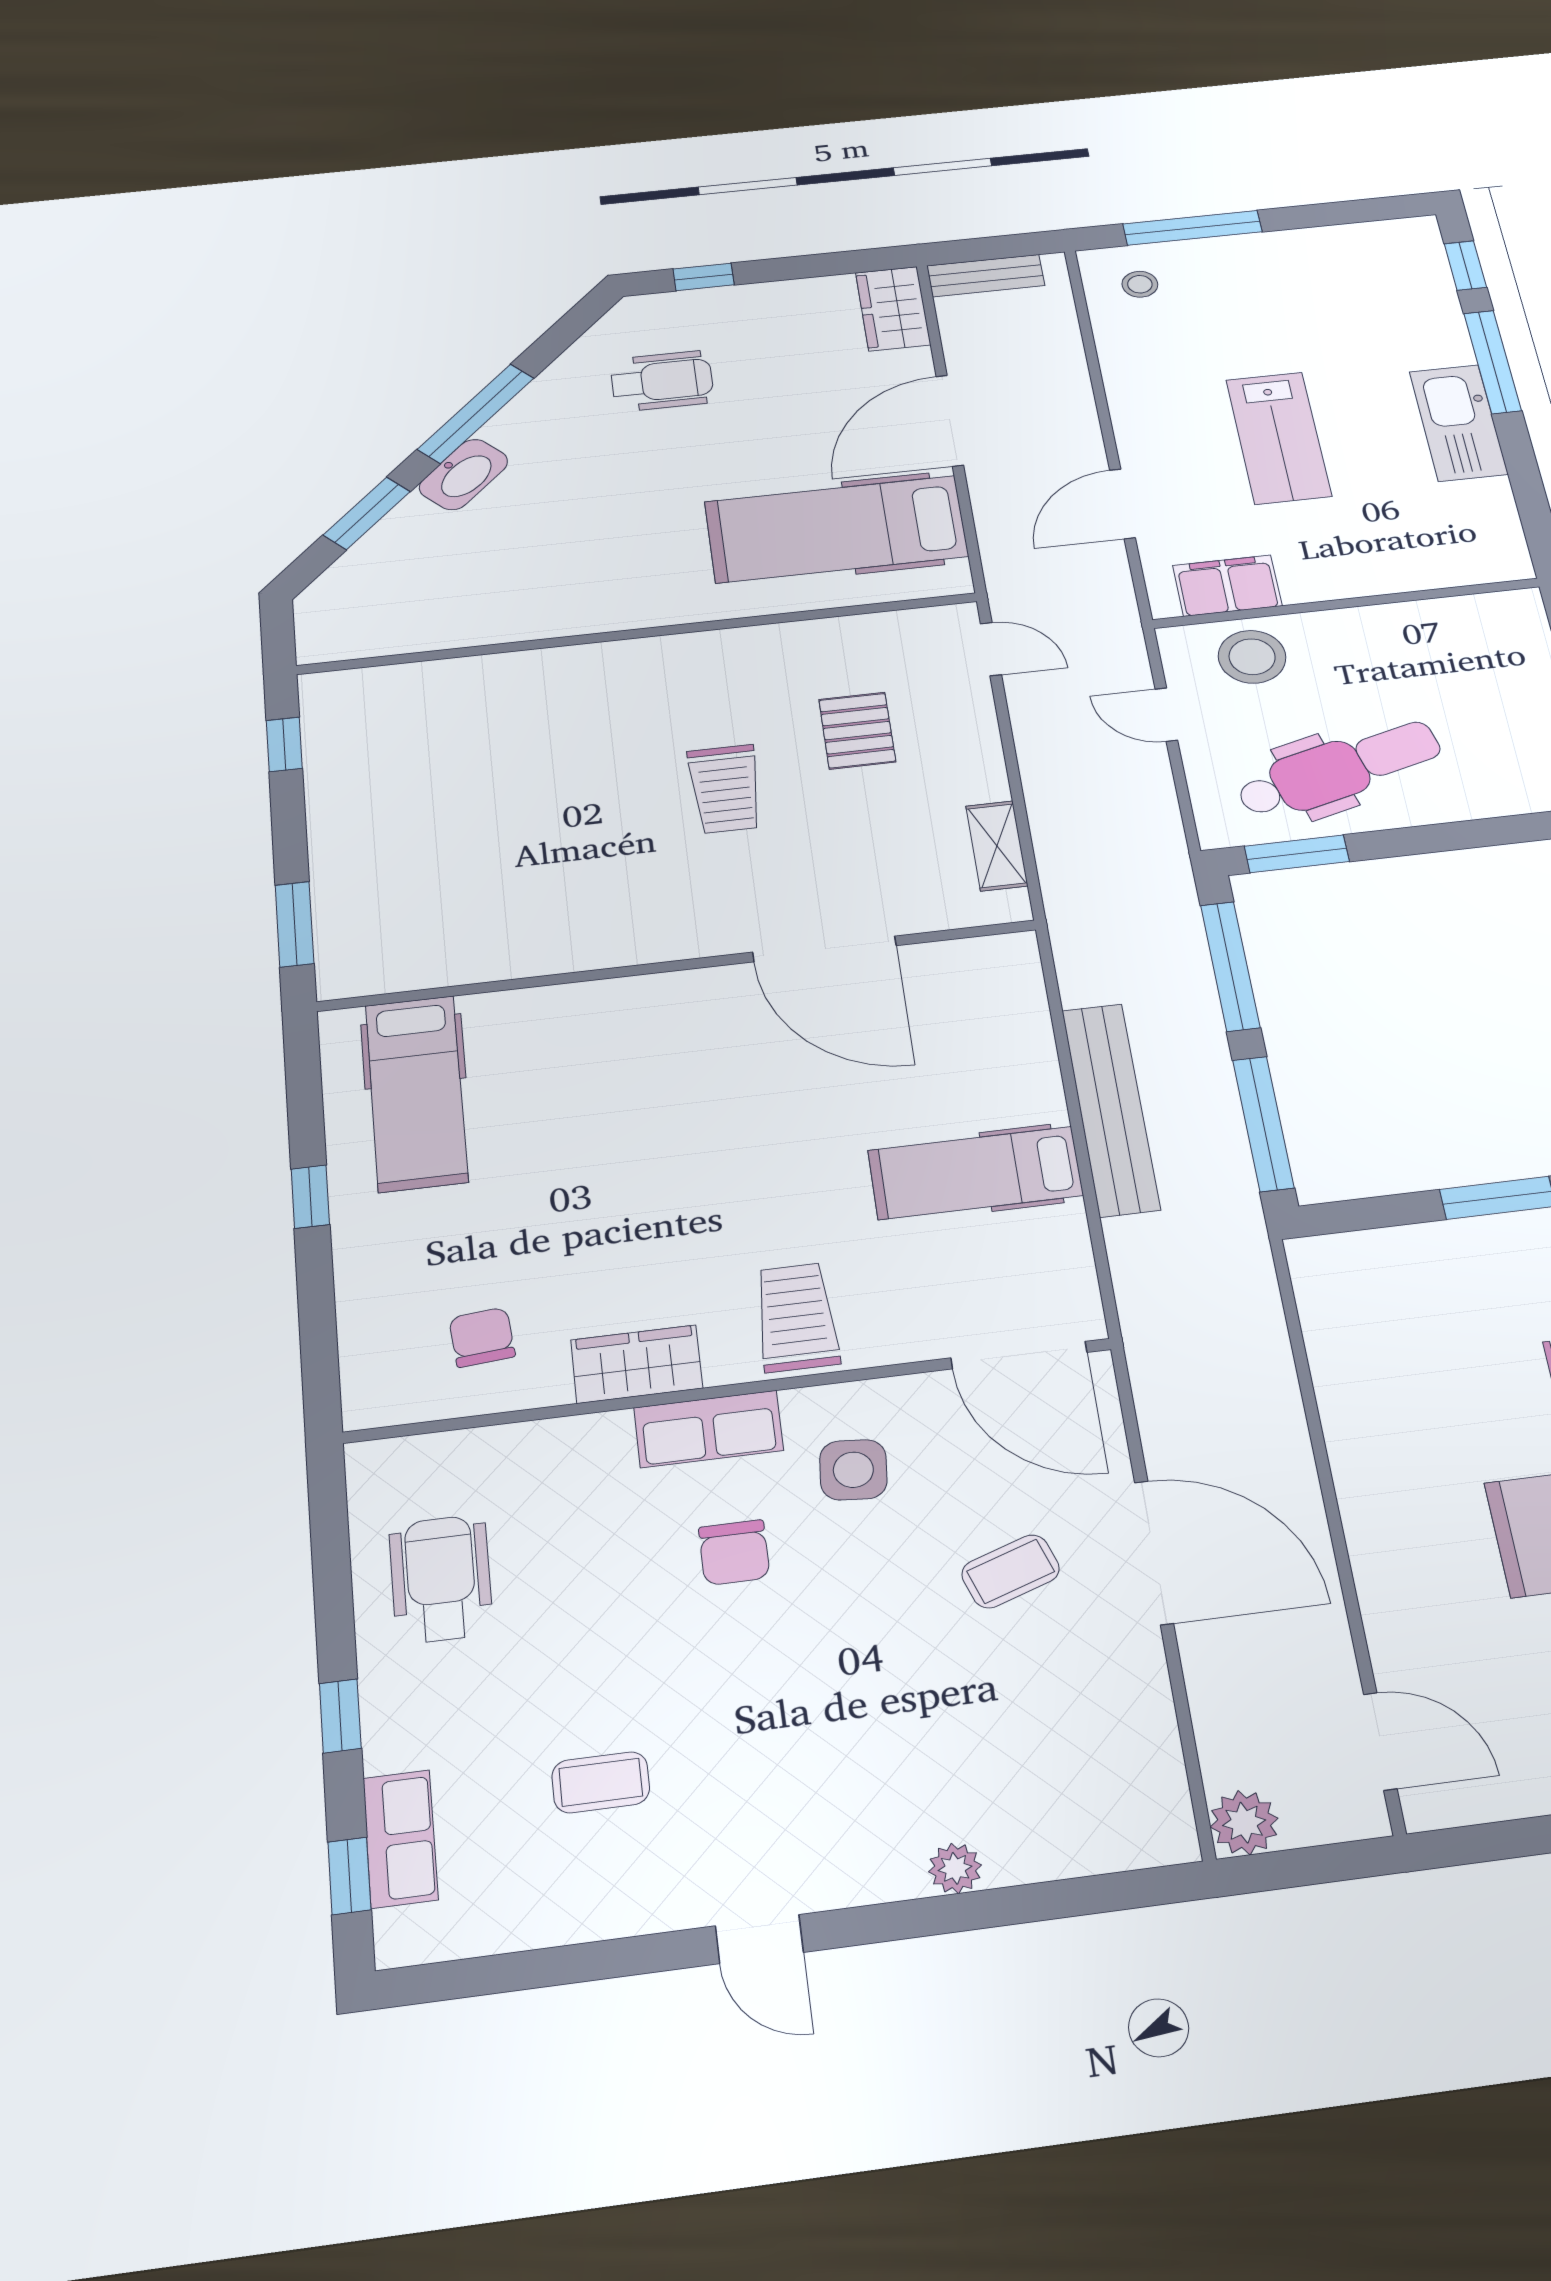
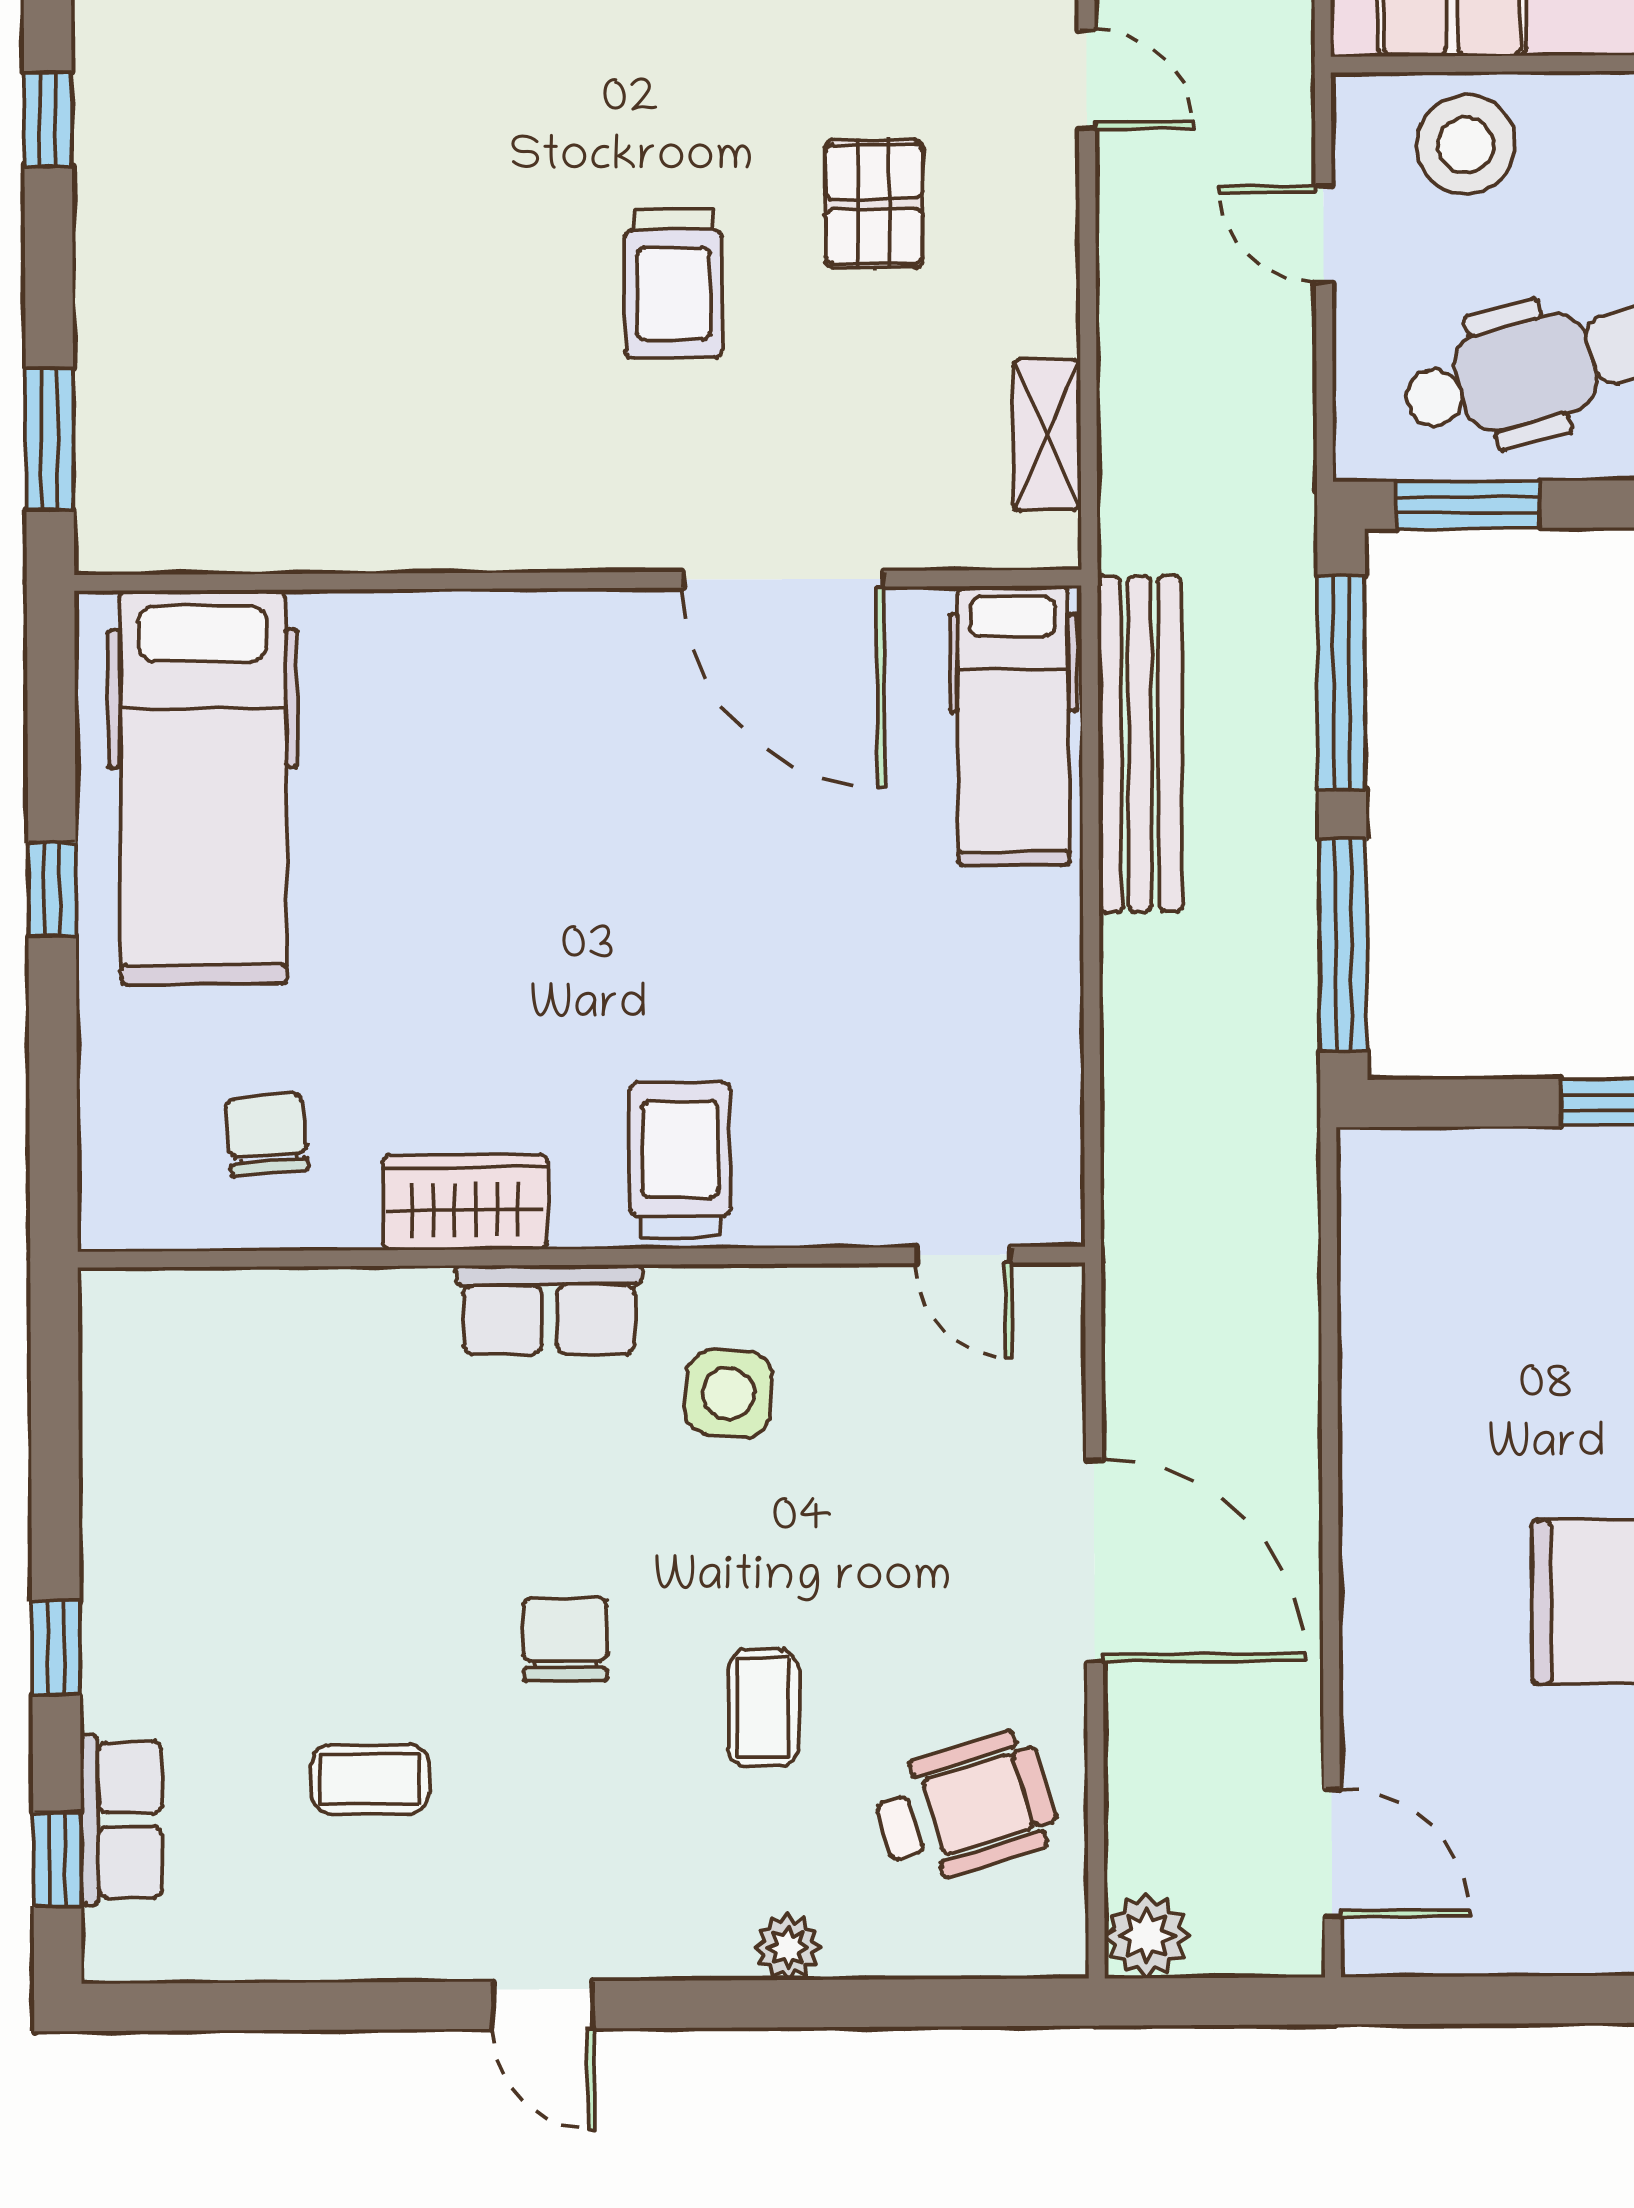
hospital bed: (416, 1093) -> (203, 787), width x1.37, depth x1.29
bench: (1111, 1109) -> (1140, 744), moved
hospital bed: (975, 1173) -> (1013, 725), moved, turned -90
door: (1019, 1355) -> (964, 1255), width x0.53
chair: (734, 1552) -> (565, 1639), moved, turned 180
coffee table: (1011, 1571) -> (763, 1708), moved, turned -71
wheelchair: (441, 1579) -> (965, 1808), moved, turned 73

